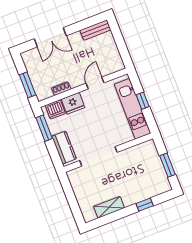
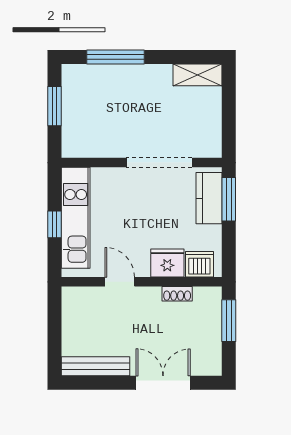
bench: (95, 30) -> (96, 366), width x1.36
door: (95, 83) -> (120, 282), swing flipped
window: (44, 128) -> (229, 199), moved
window: (145, 205) -> (116, 57), width x2.17
shelving: (109, 207) -> (198, 75), moved

